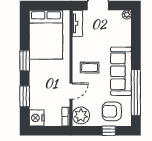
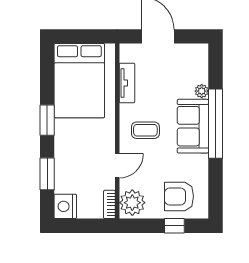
plant: (127, 15) -> (202, 91), moved
tv unit: (77, 23) -> (127, 83), moved
sofa: (121, 71) -> (193, 126), width x0.73
window: (136, 93) -> (215, 124), moved

